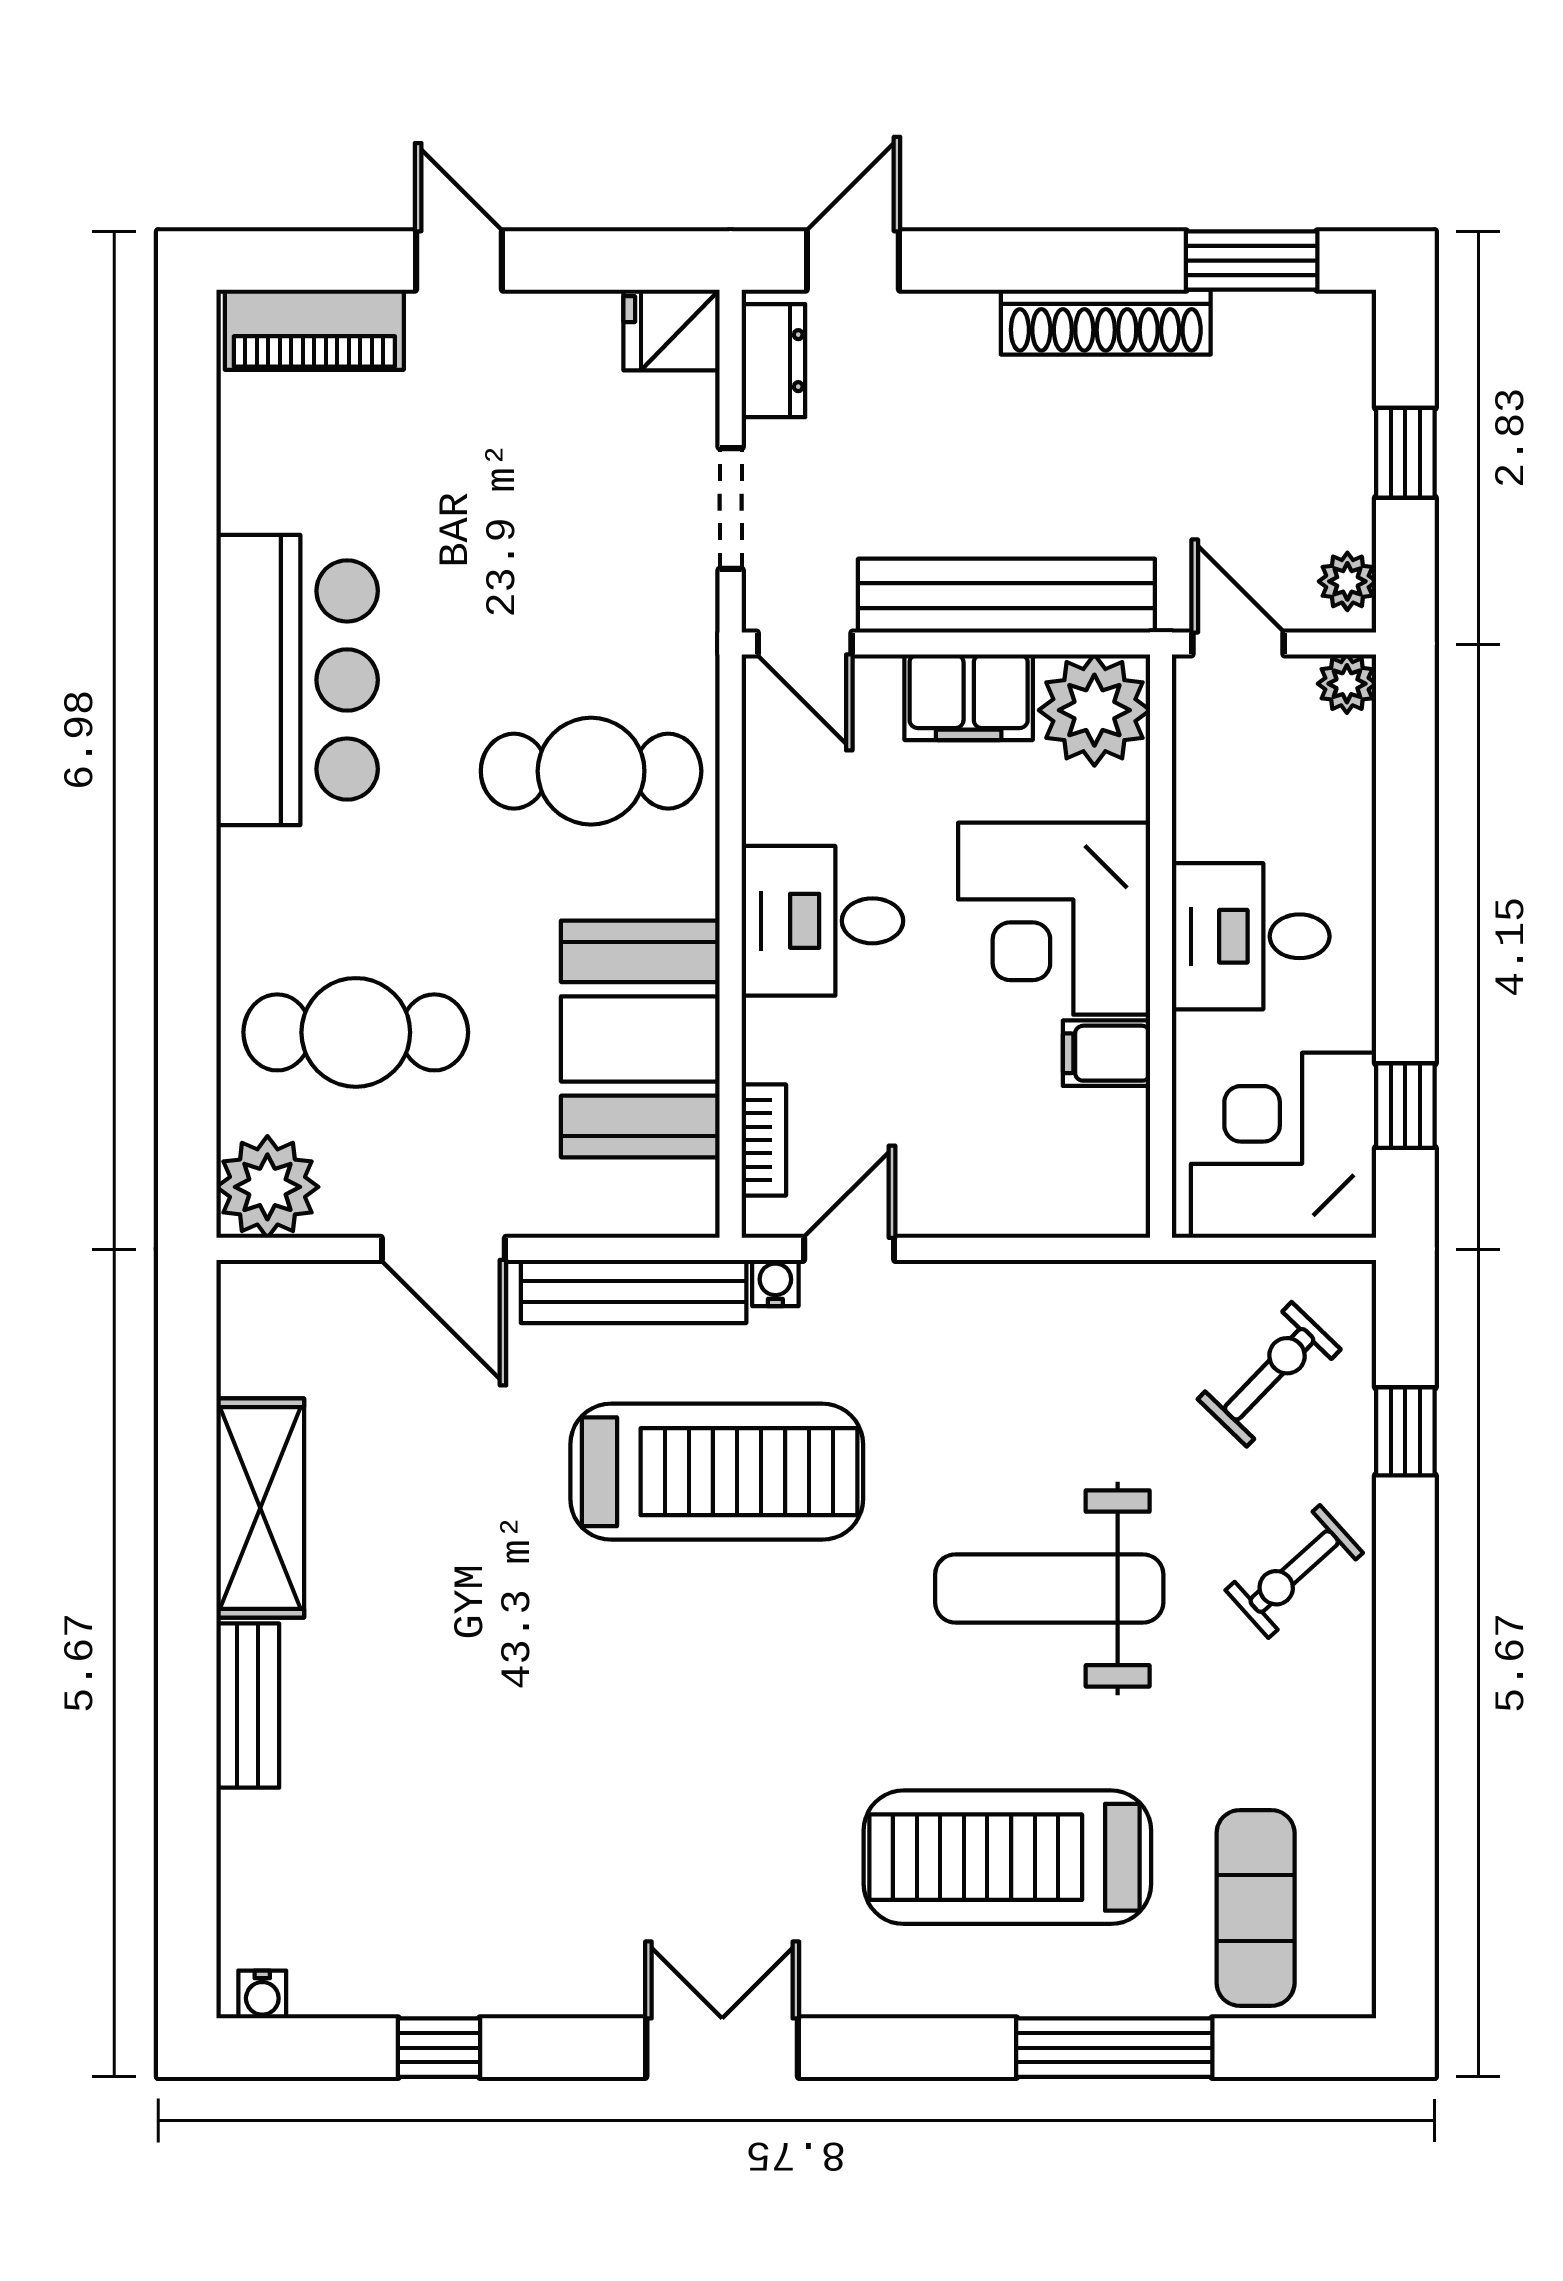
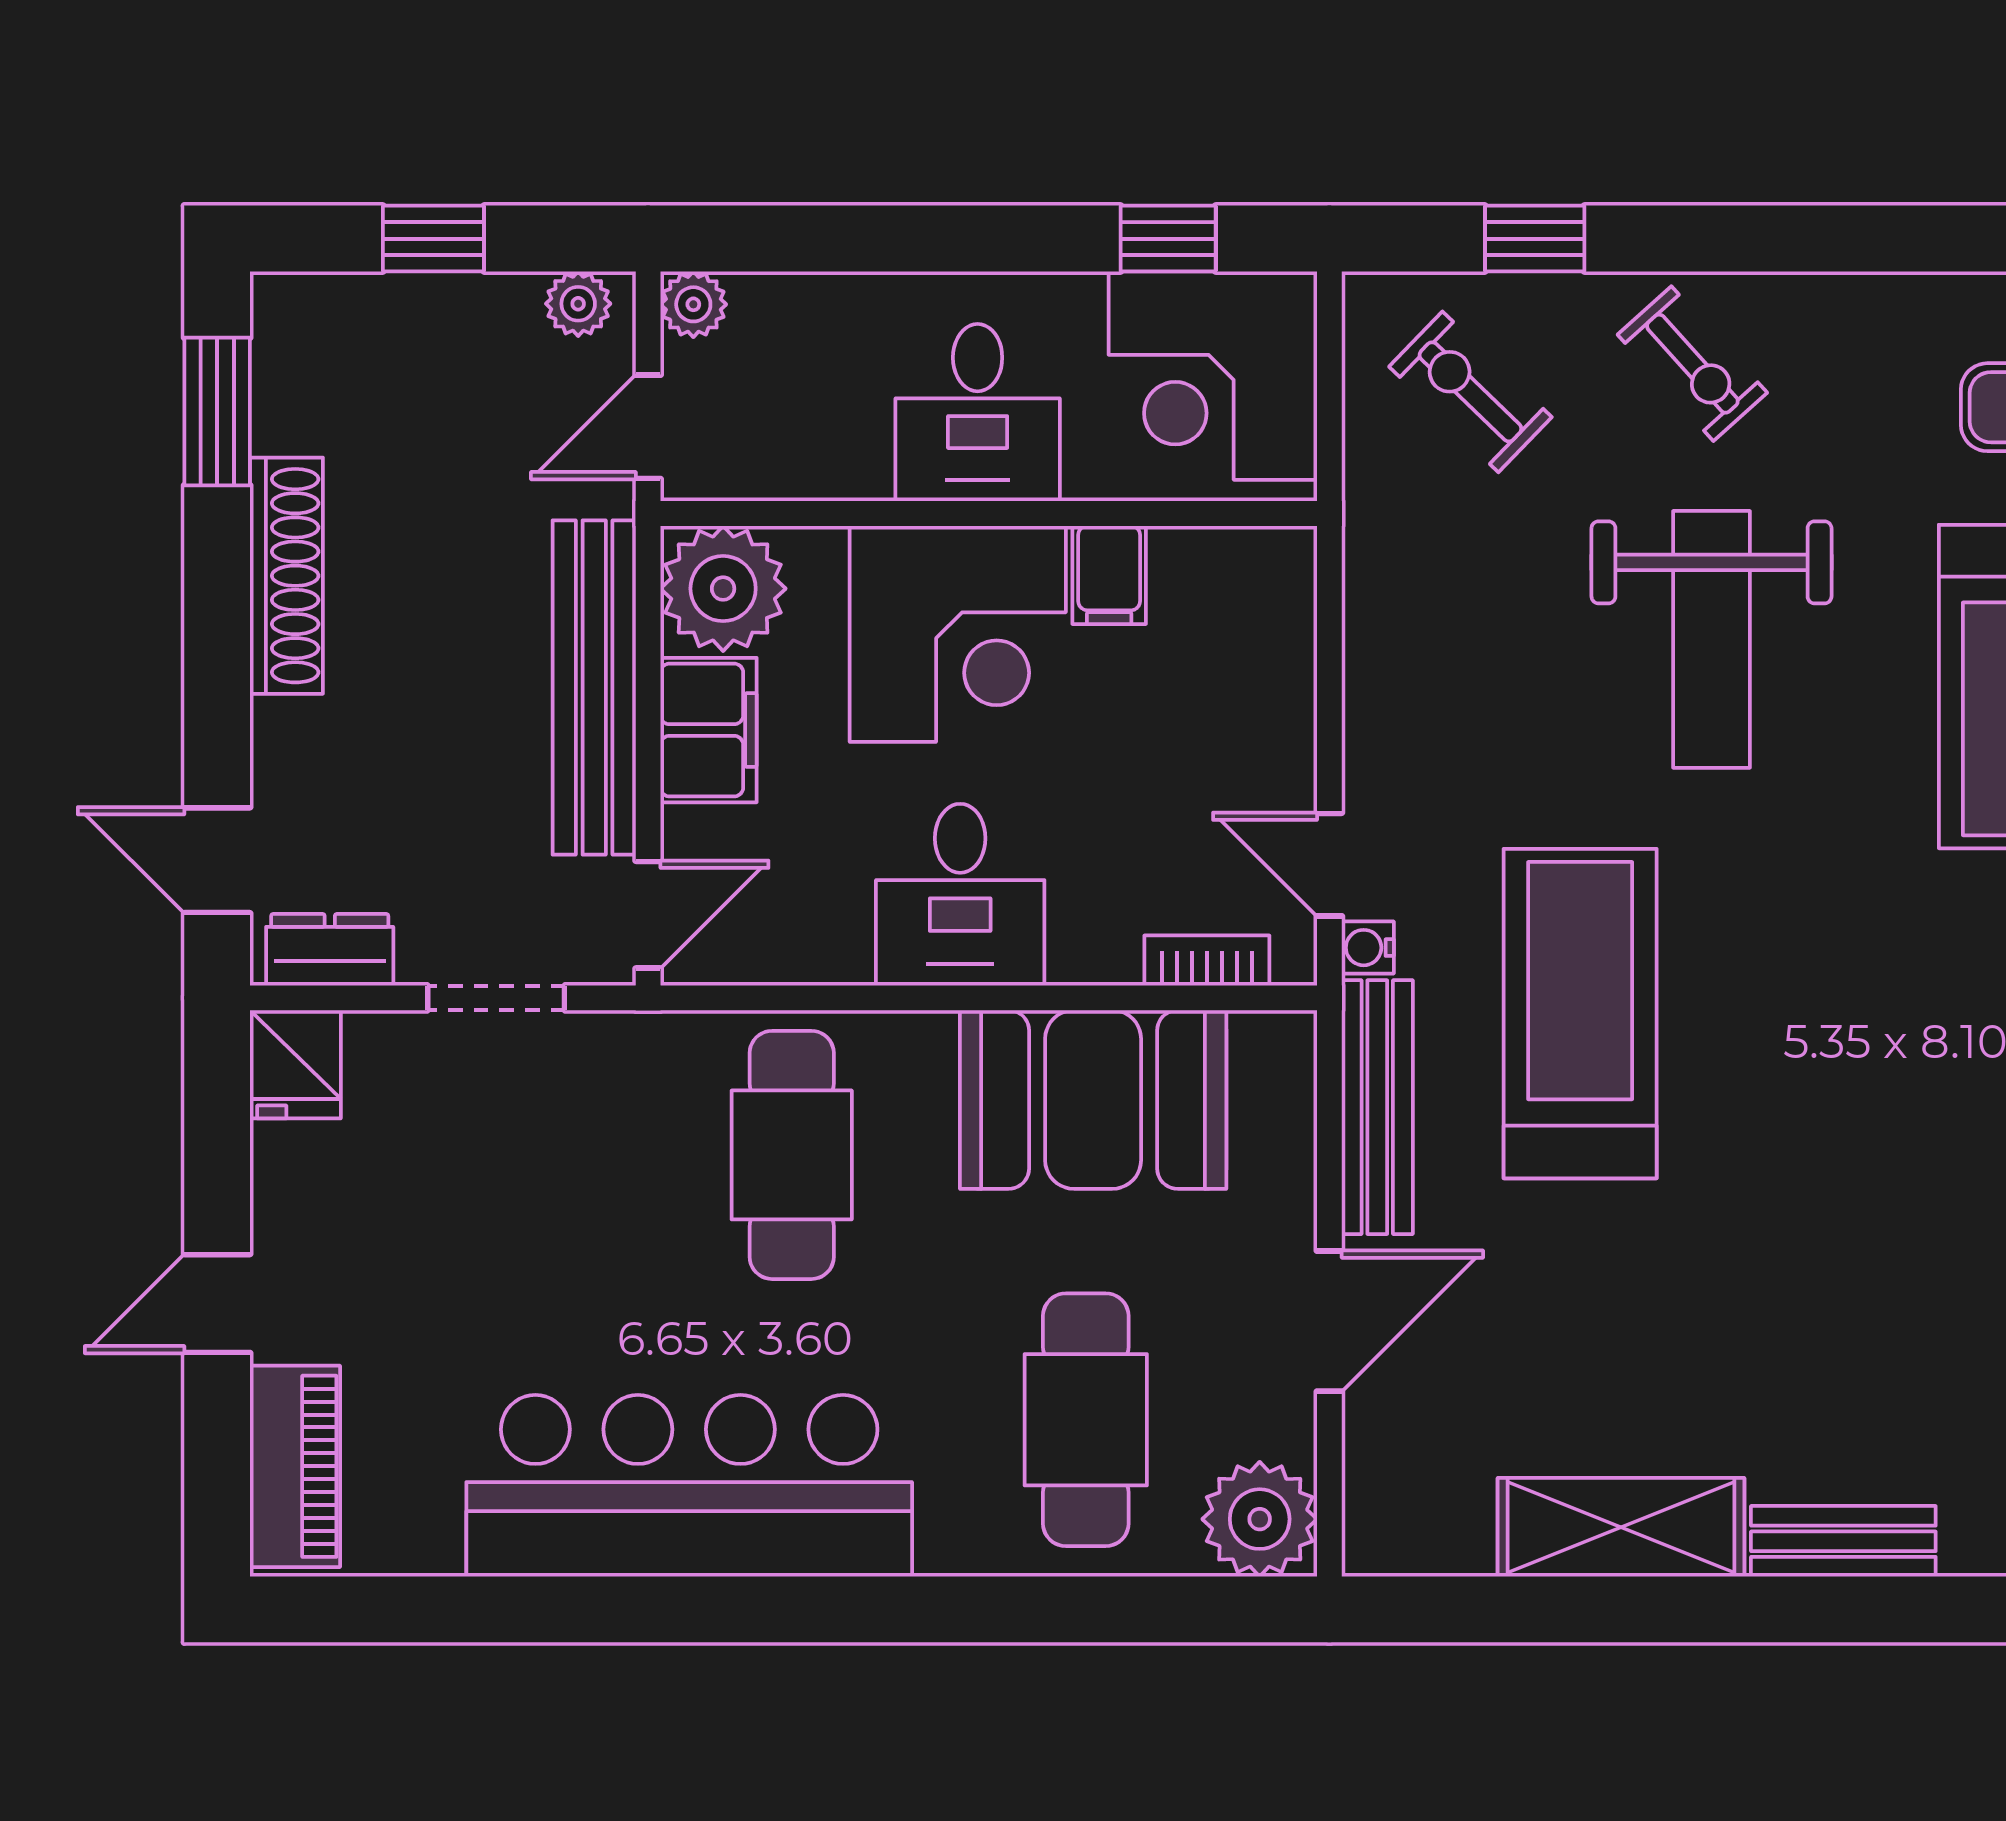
bar counter: (297, 680) -> (689, 1486), width x1.36

